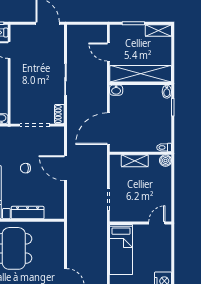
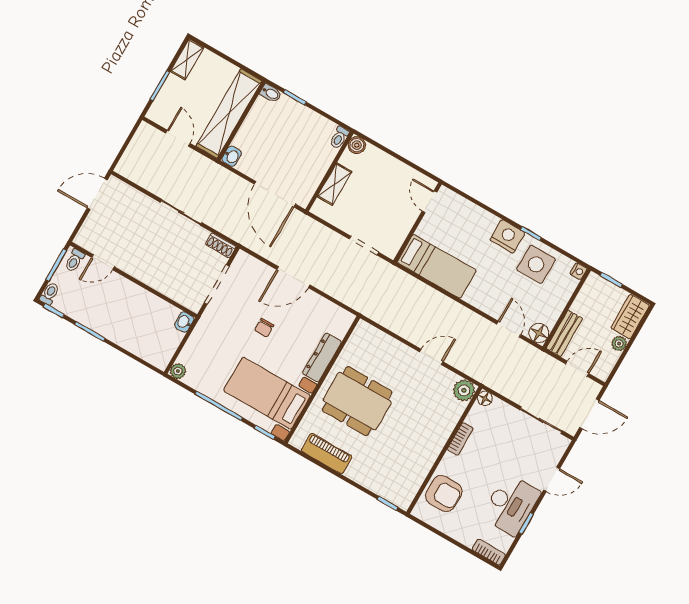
door: (108, 52) -> (178, 138), swing flipped

